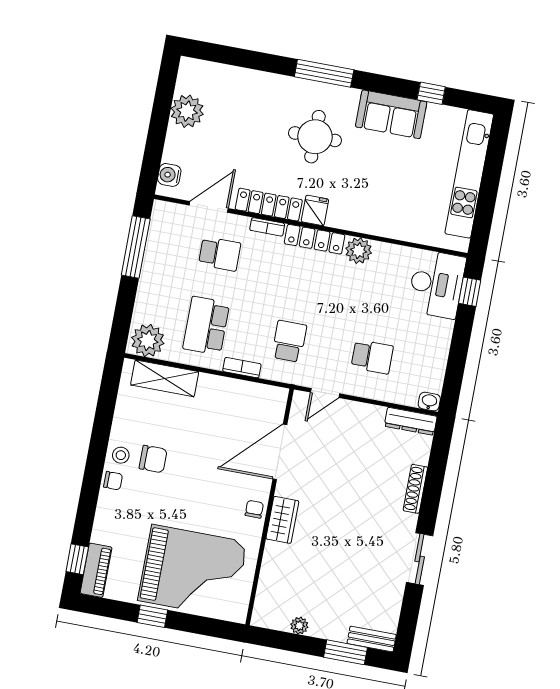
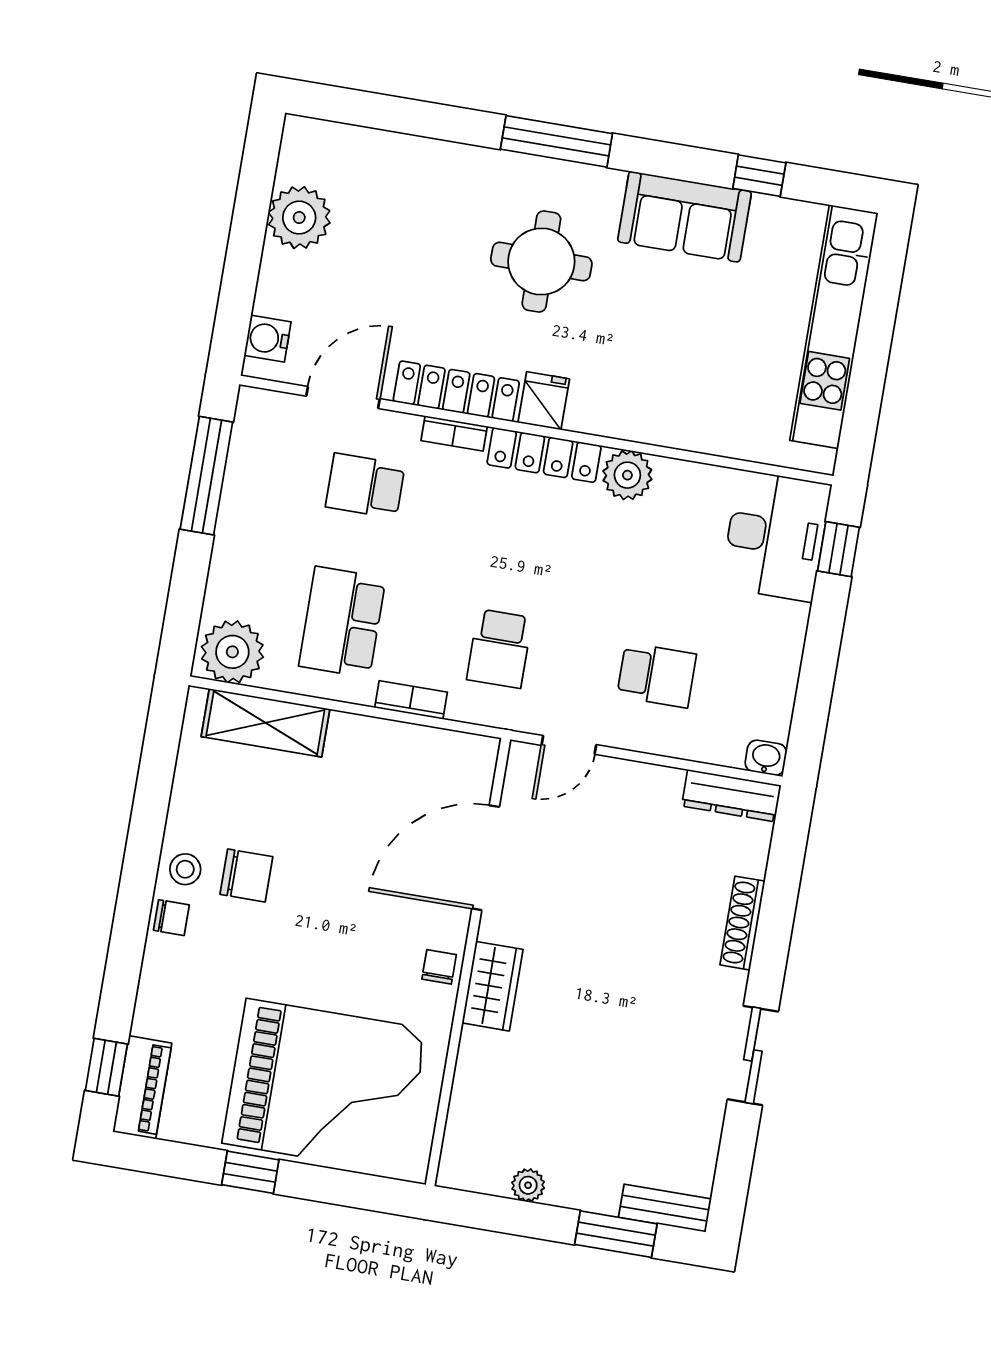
school desk: (220, 254) -> (365, 486), turned 180
school desk: (289, 341) -> (499, 649), turned 180

